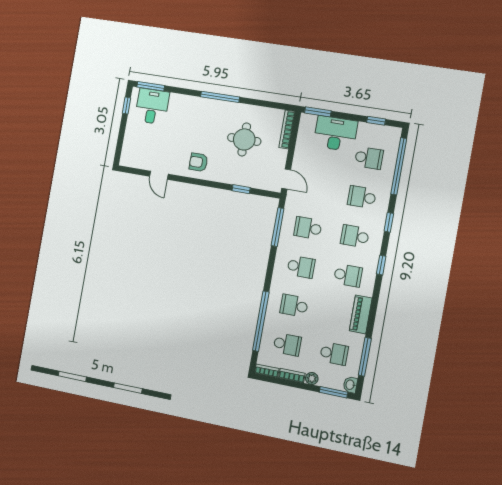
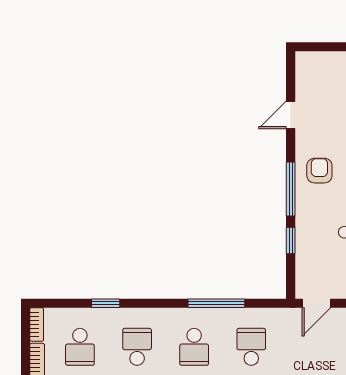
window: (207, 183) -> (291, 189), added
window: (278, 227) -> (216, 303), moved
window: (261, 321) -> (106, 303), width x0.32

